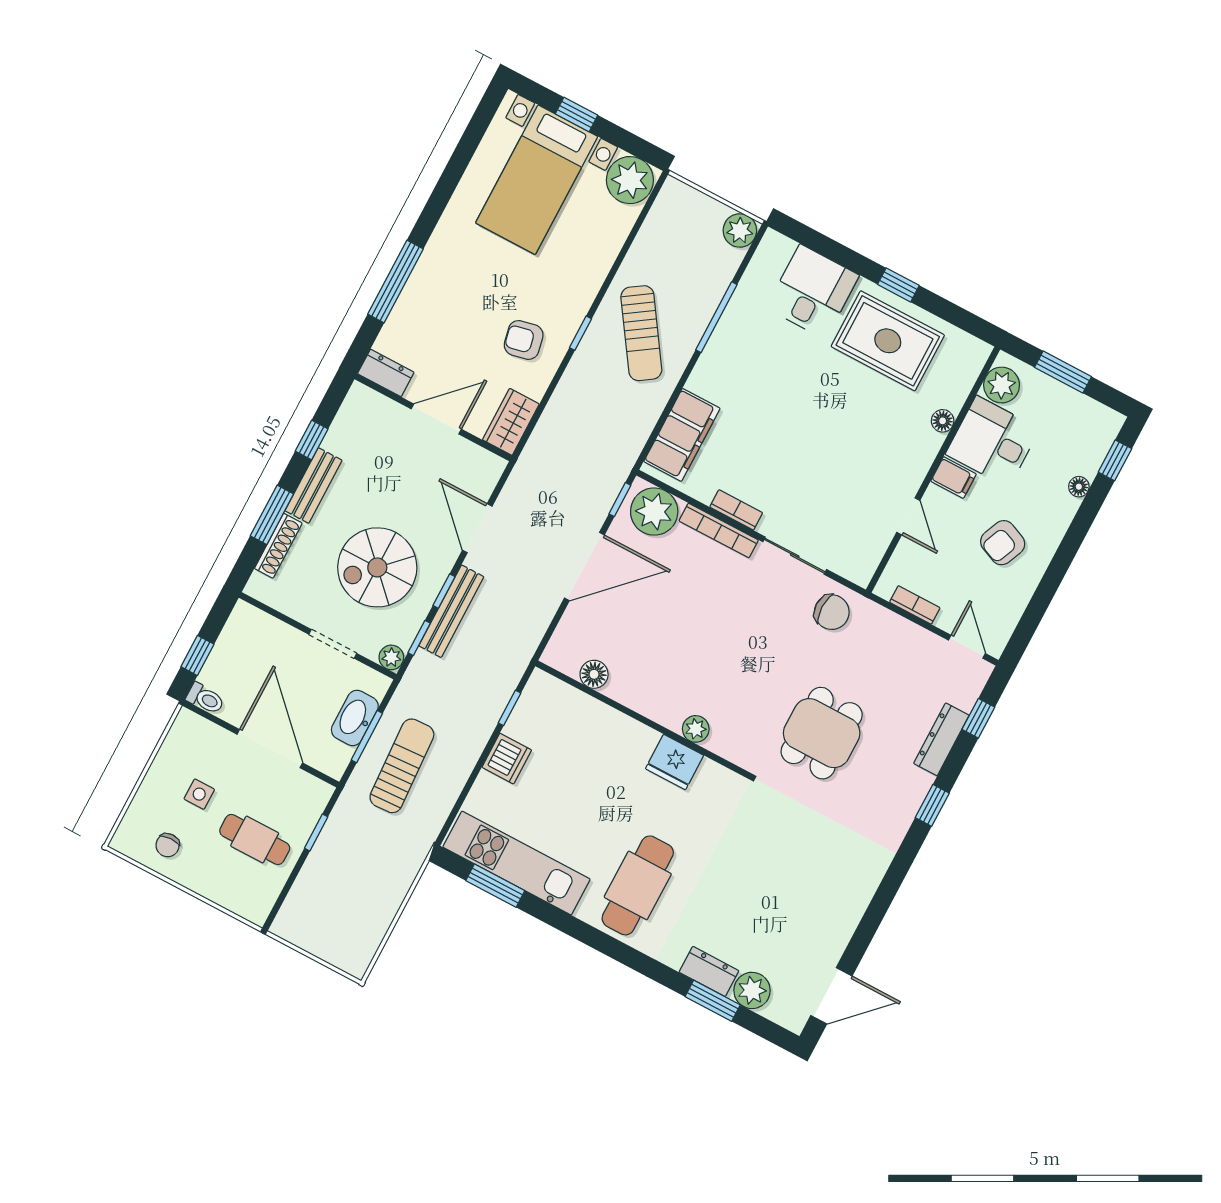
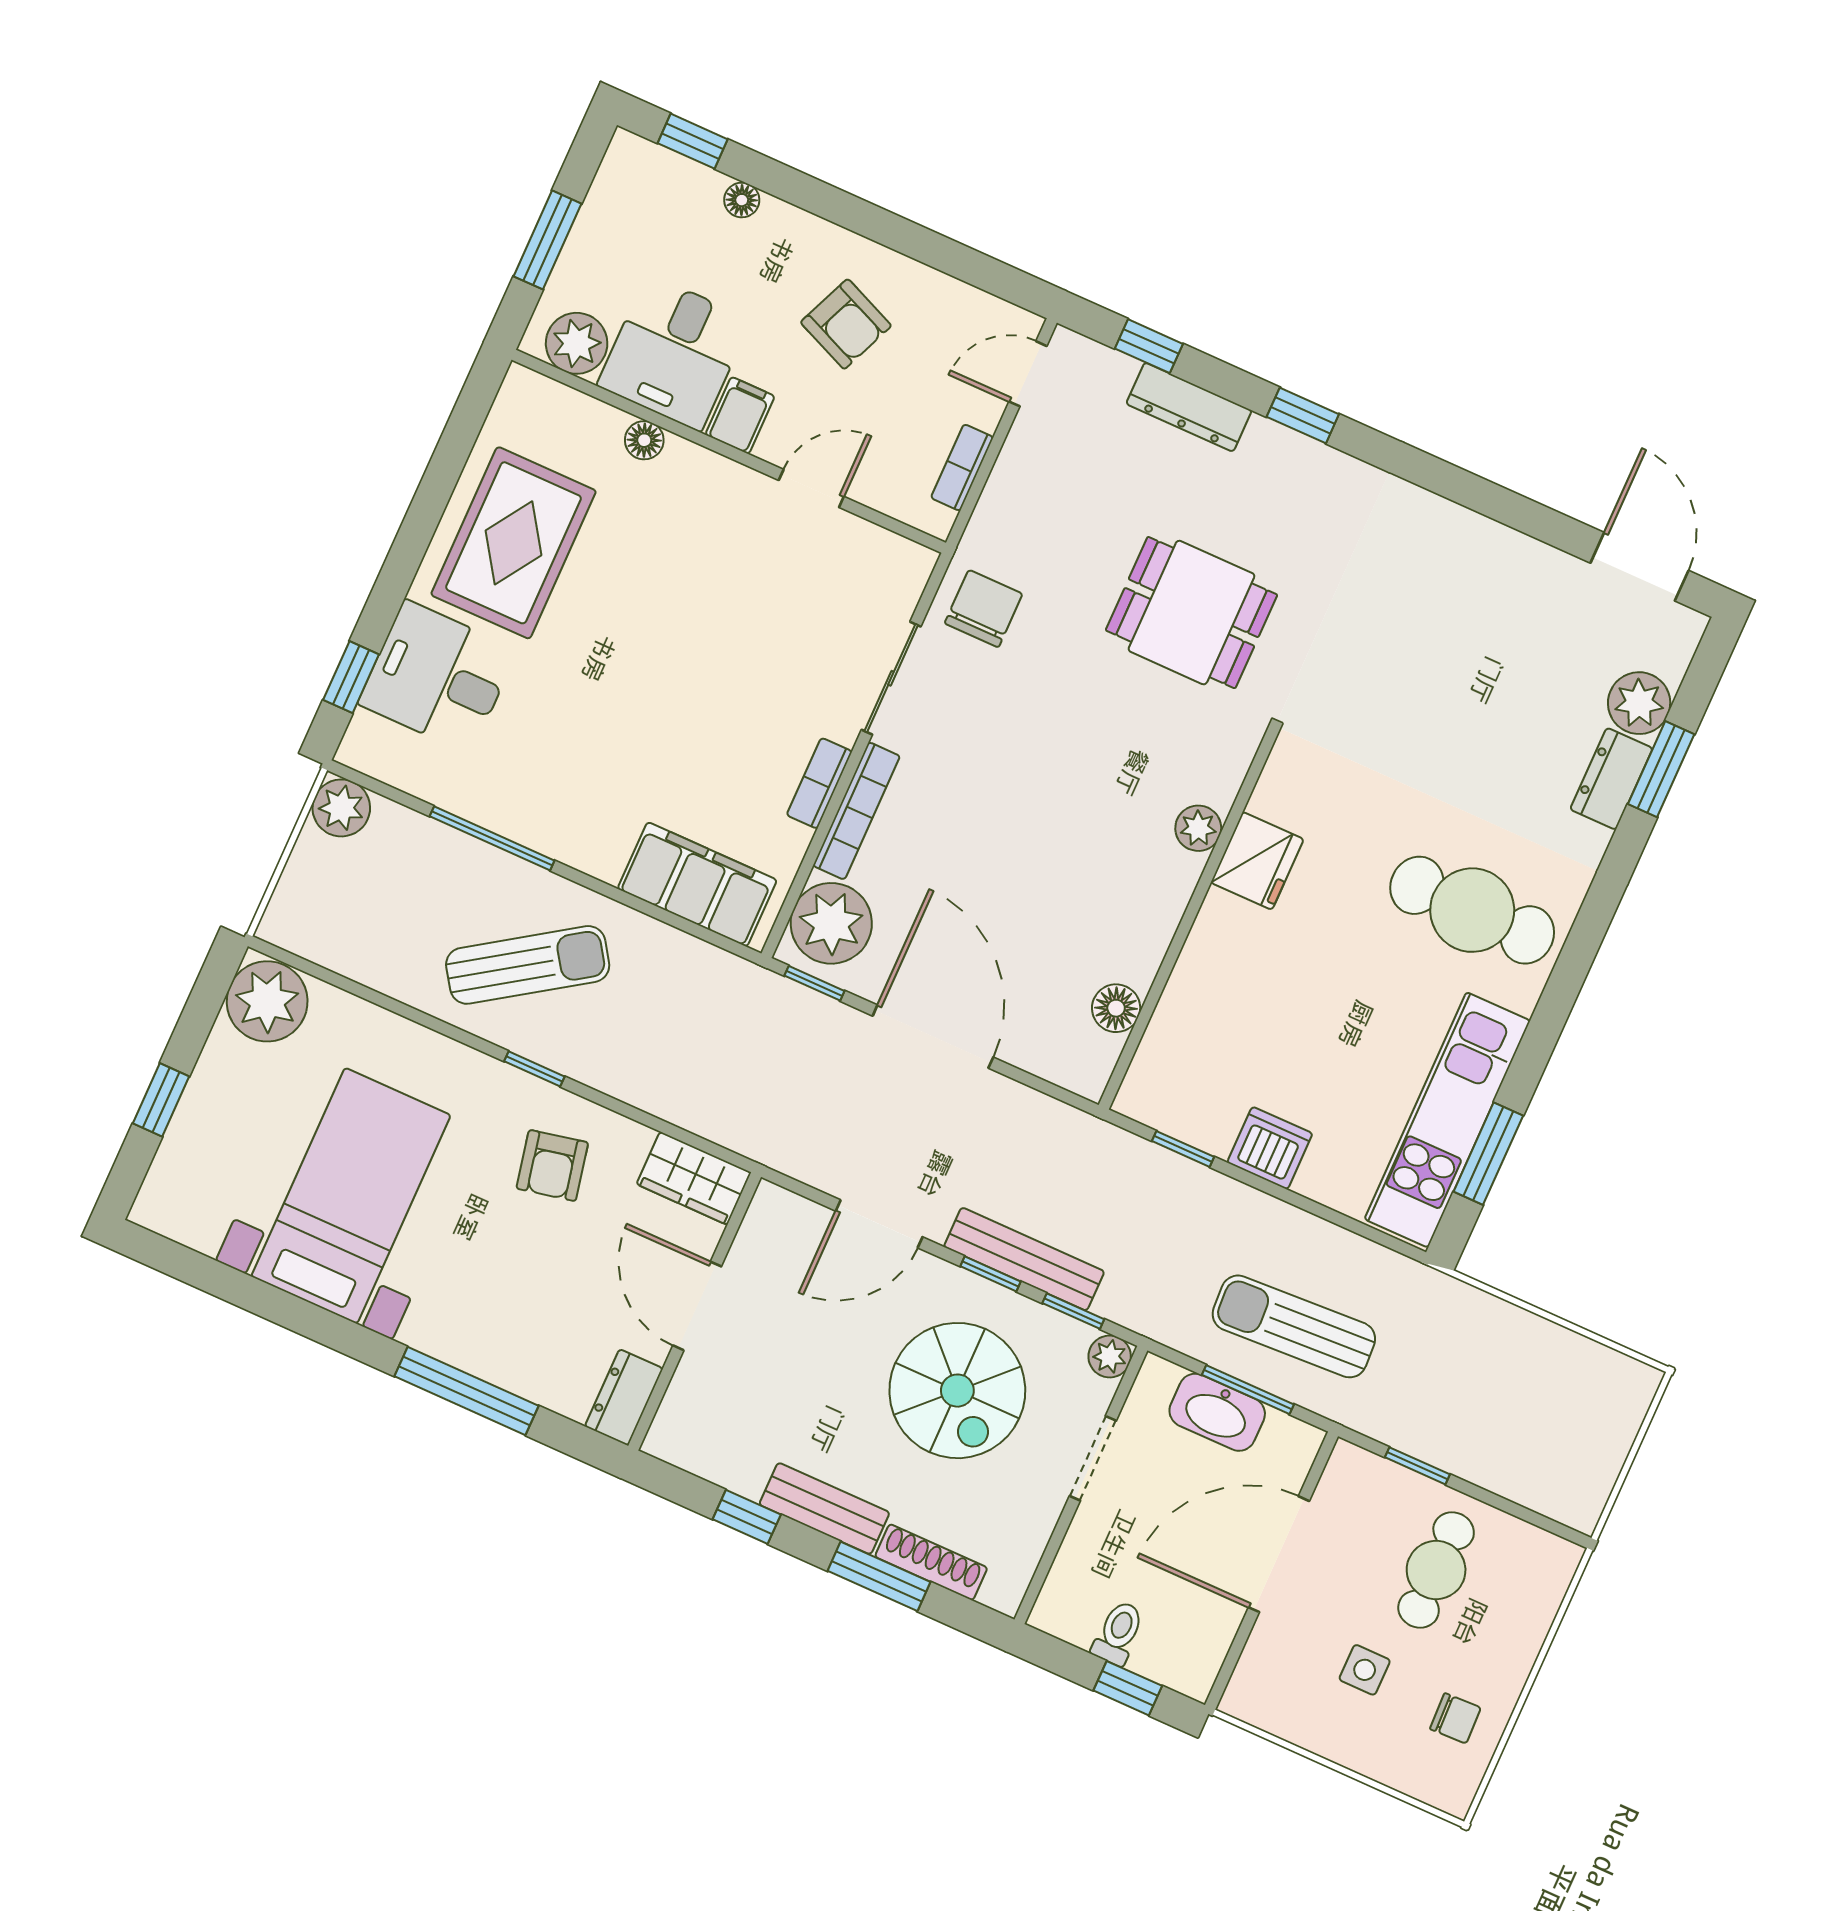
bed with nightstands: (537, 180) -> (351, 1196), moved, turned -90
window: (898, 285) -> (351, 677), moved
toilet: (205, 699) -> (1118, 1633), moved

